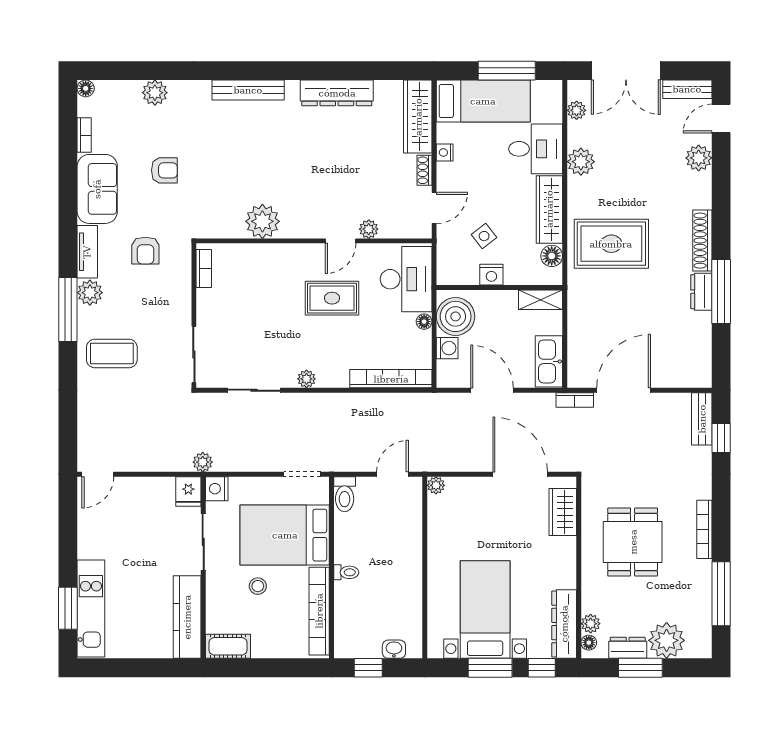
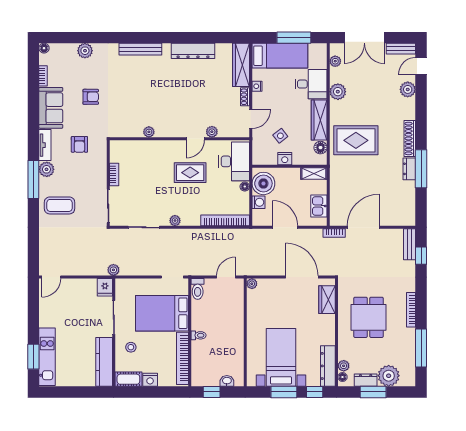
plant: (262, 221) -> (149, 132), width x0.53, depth x0.53
bookcase: (204, 269) -> (114, 175), moved
kitchen sink: (549, 361) -> (319, 206), width x0.73
nightstand: (217, 489) -> (150, 380), moved, turned -90
stool: (258, 586) -> (131, 347), moved

